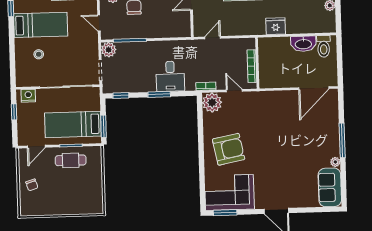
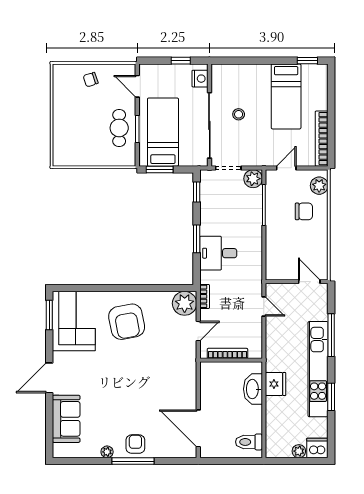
washbasin: (303, 44) -> (253, 389), moved
stool: (39, 54) -> (239, 114), moved
armchair: (328, 139) -> (135, 444), added
sofa: (330, 187) -> (66, 419), moved, turned 90

